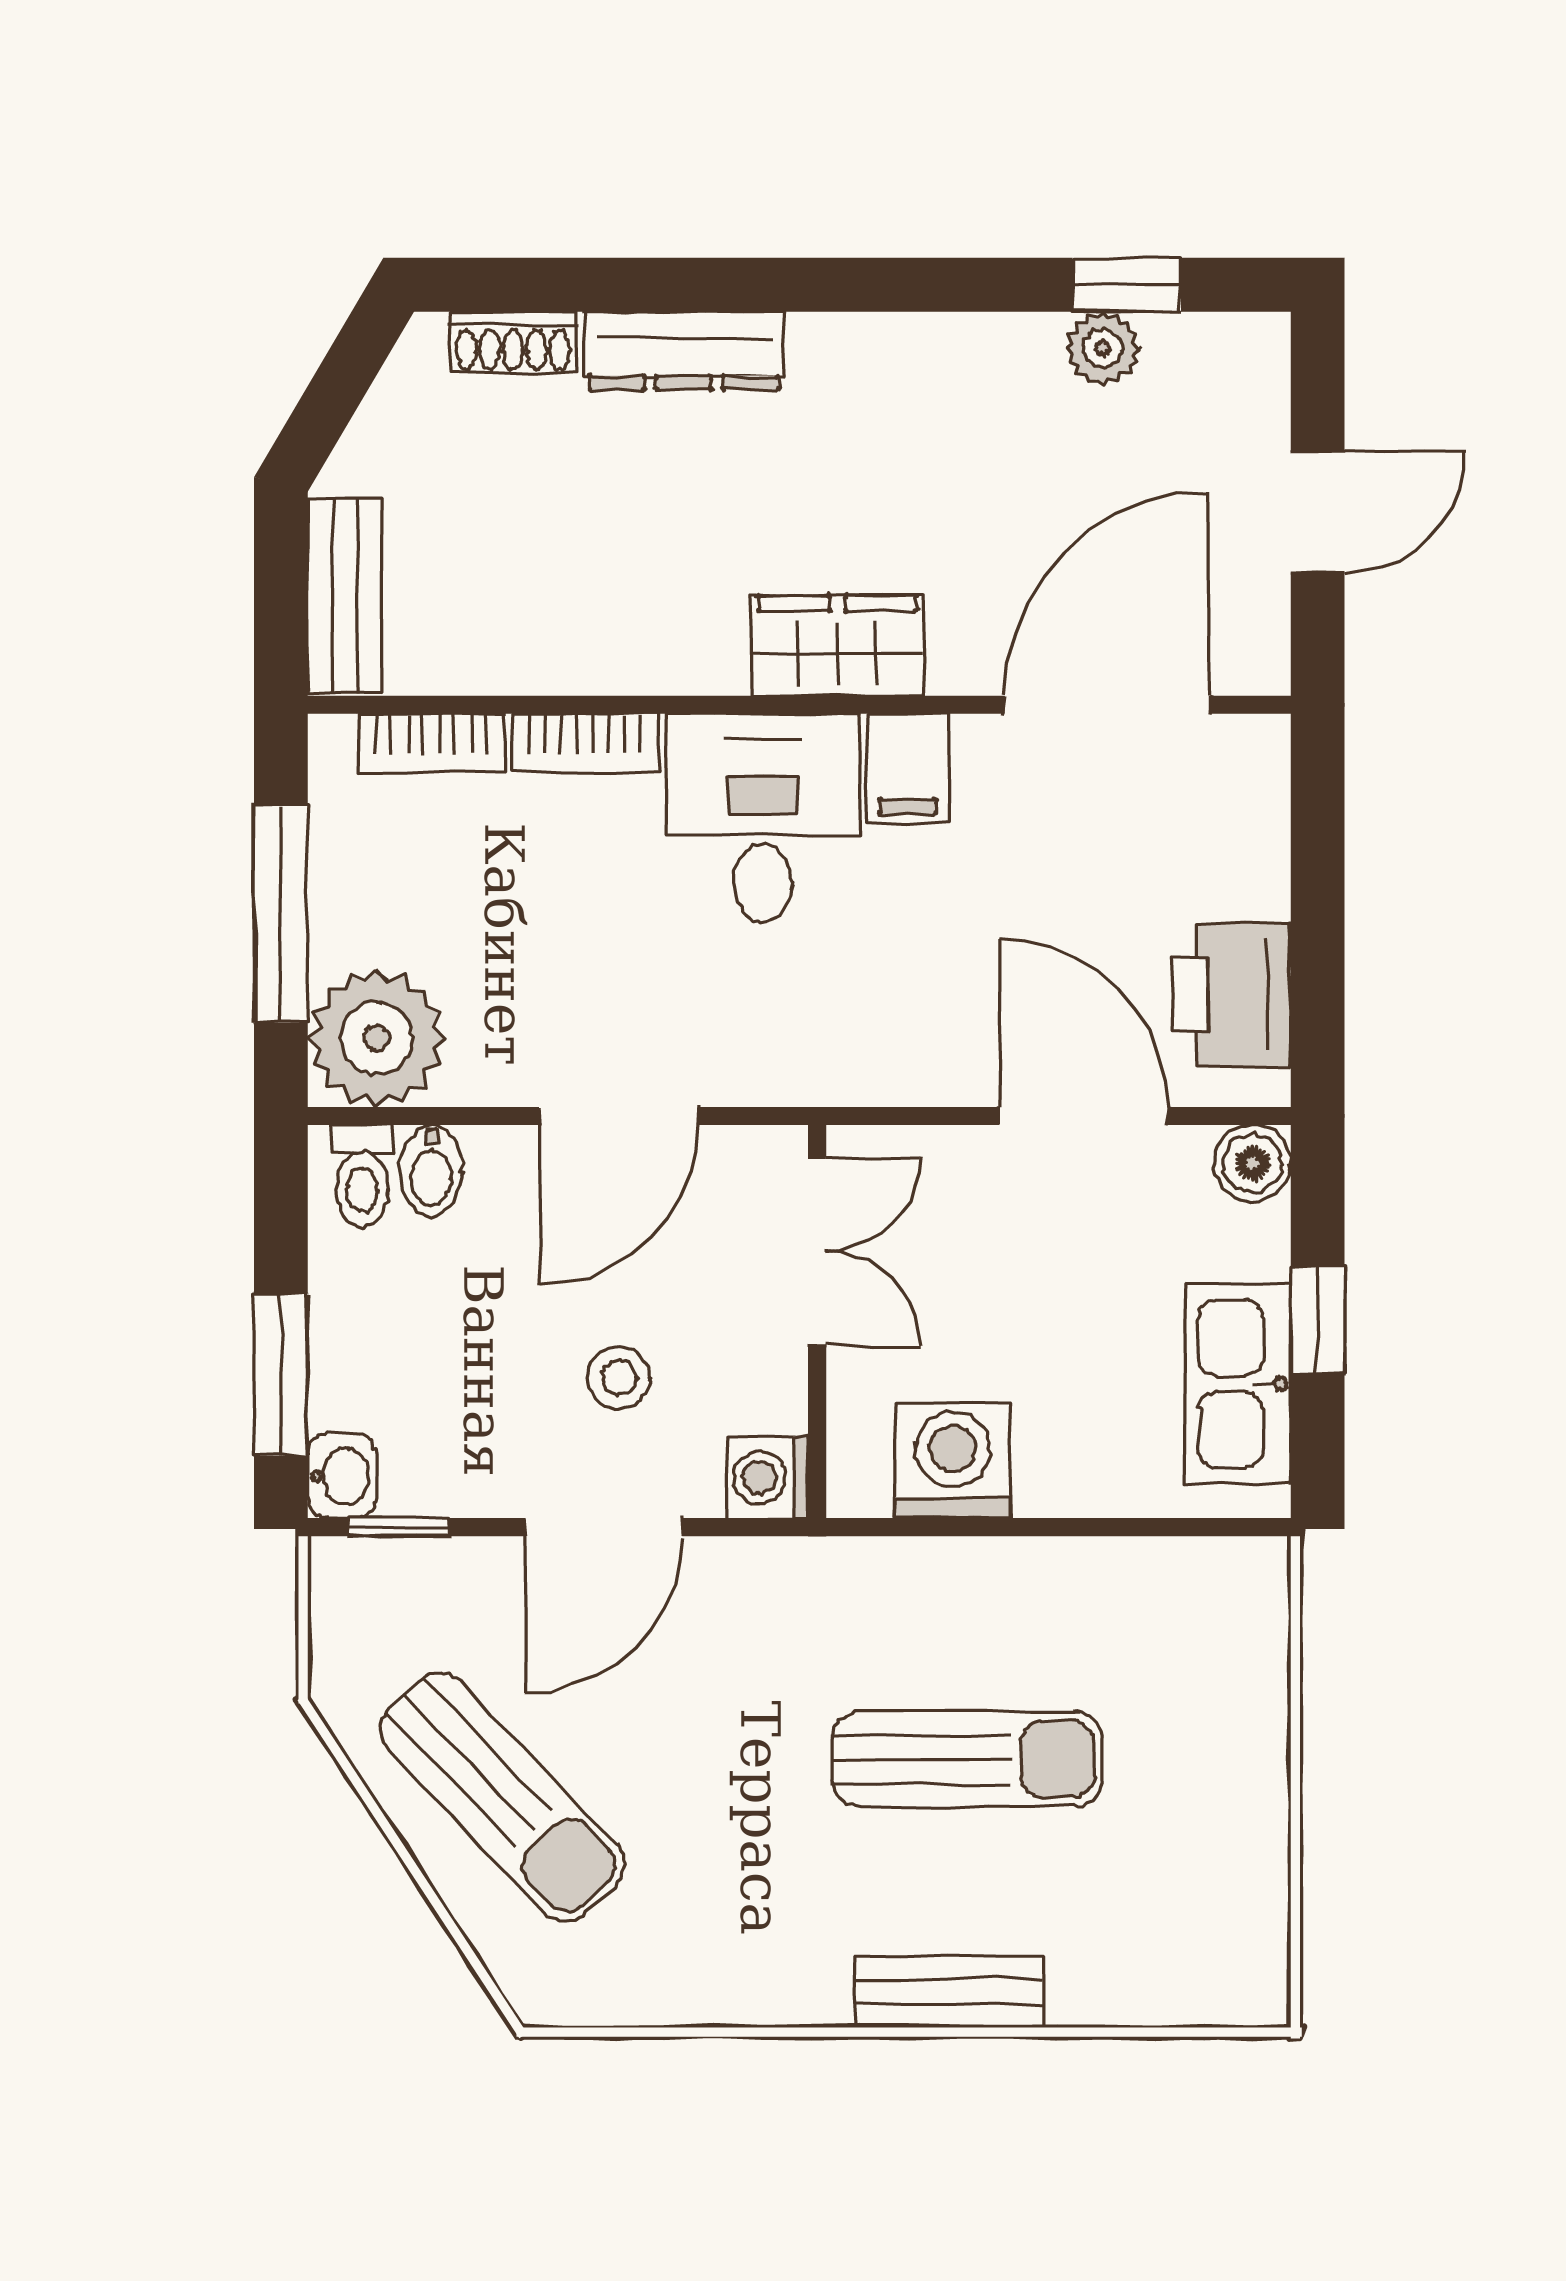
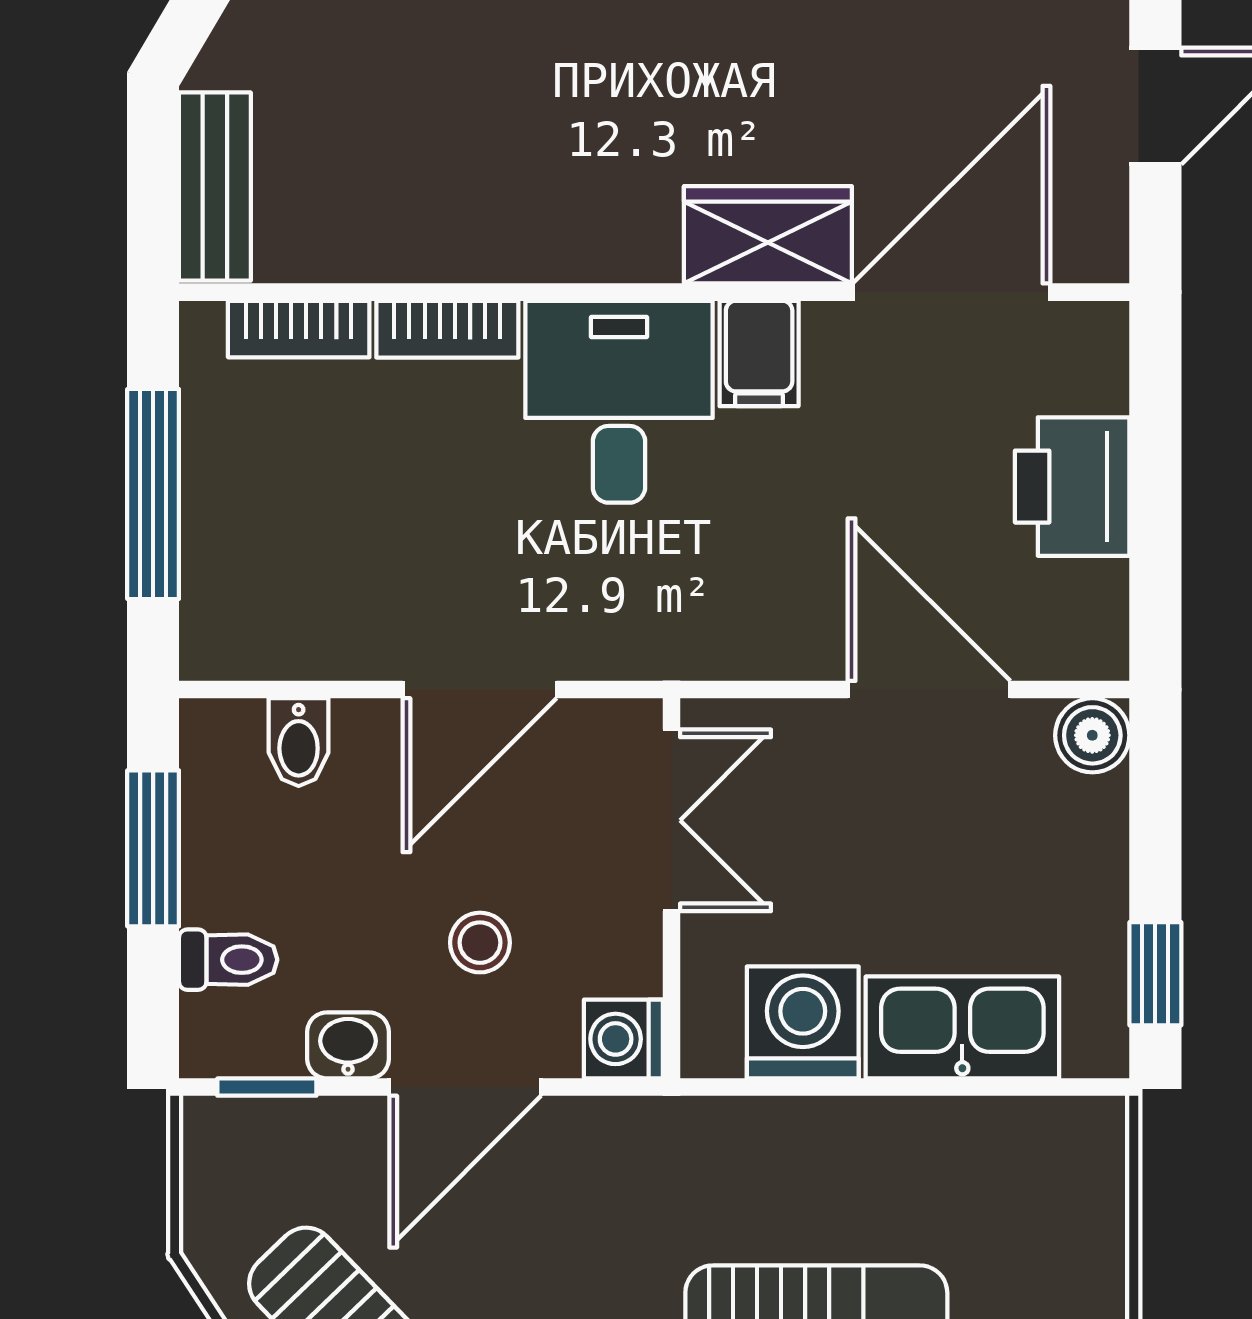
wardrobe: (838, 646) -> (768, 235), moved
printer: (1232, 995) -> (1072, 487), moved
plant: (377, 1038) -> (246, 614), removed
toilet: (362, 1176) -> (228, 960), moved, turned -90
window: (1318, 1321) -> (1155, 974), moved
window: (281, 1375) -> (153, 848), moved
kitchen sink: (1238, 1384) -> (962, 1027), moved, turned 90
washbasin: (342, 1476) -> (348, 1045), moved, turned -90

